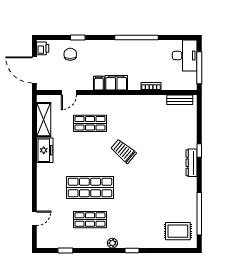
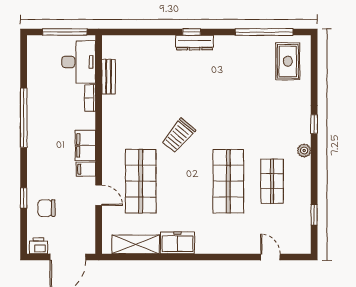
desk: (185, 56) -> (79, 62), moved, turned 90
door: (69, 93) -> (99, 195), moved
bench: (180, 100) -> (109, 77), moved
shop shelf: (90, 123) -> (141, 181), width x1.43, depth x1.36
window: (199, 150) -> (192, 32), moved

